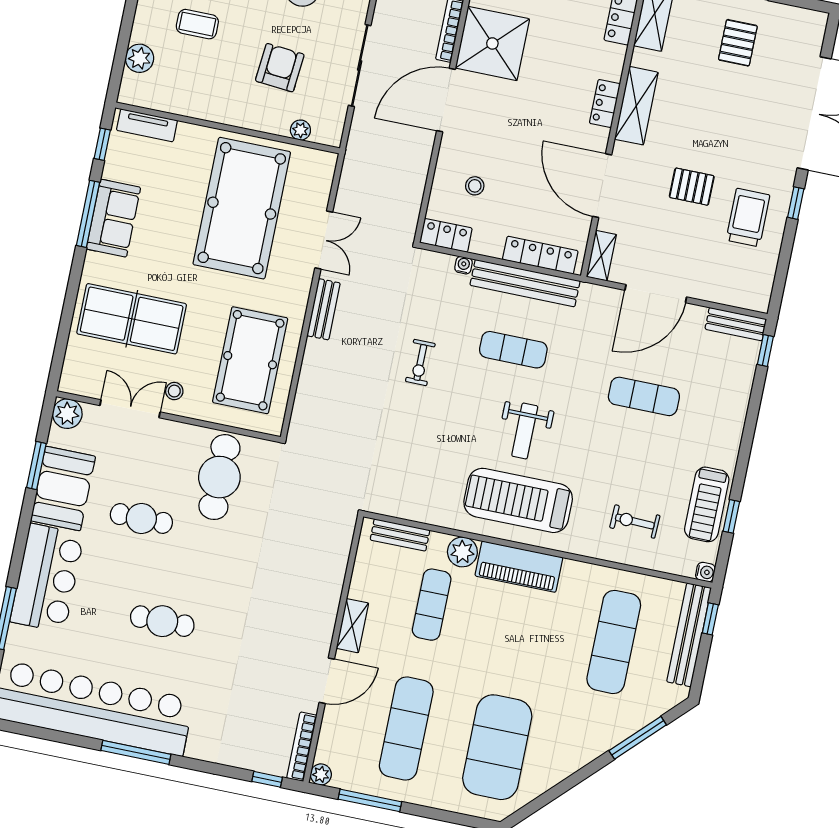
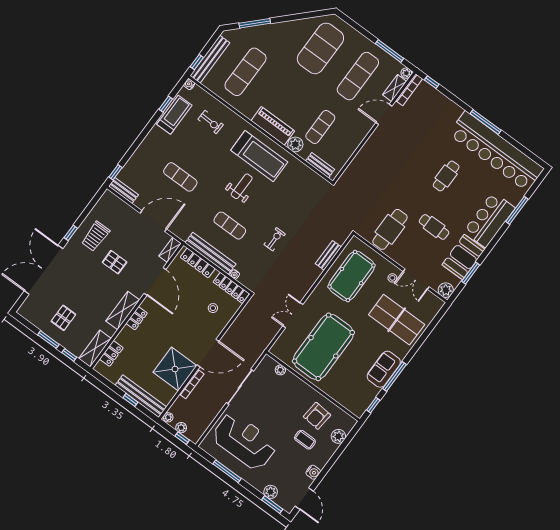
armchair: (280, 68) -> (317, 416), moved
tv unit: (147, 125) -> (349, 404), removed
locker: (446, 235) -> (231, 288), width x1.53
bench: (324, 309) -> (328, 255), moved
cafe table: (162, 621) -> (446, 176), turned 90
shelving: (352, 626) -> (395, 88), moved

